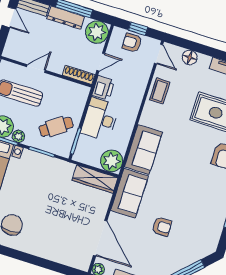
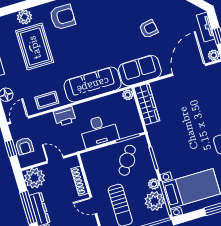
shoe rack: (79, 75) -> (80, 181), moved
printer: (103, 88) -> (65, 116), moved, turned 180
cafe table: (56, 127) -> (127, 160), turned 67
sofa: (143, 150) -> (93, 85), width x1.36
plant: (112, 161) -> (128, 95), width x0.53, depth x0.53
armchair: (162, 227) -> (149, 29), turned 80

